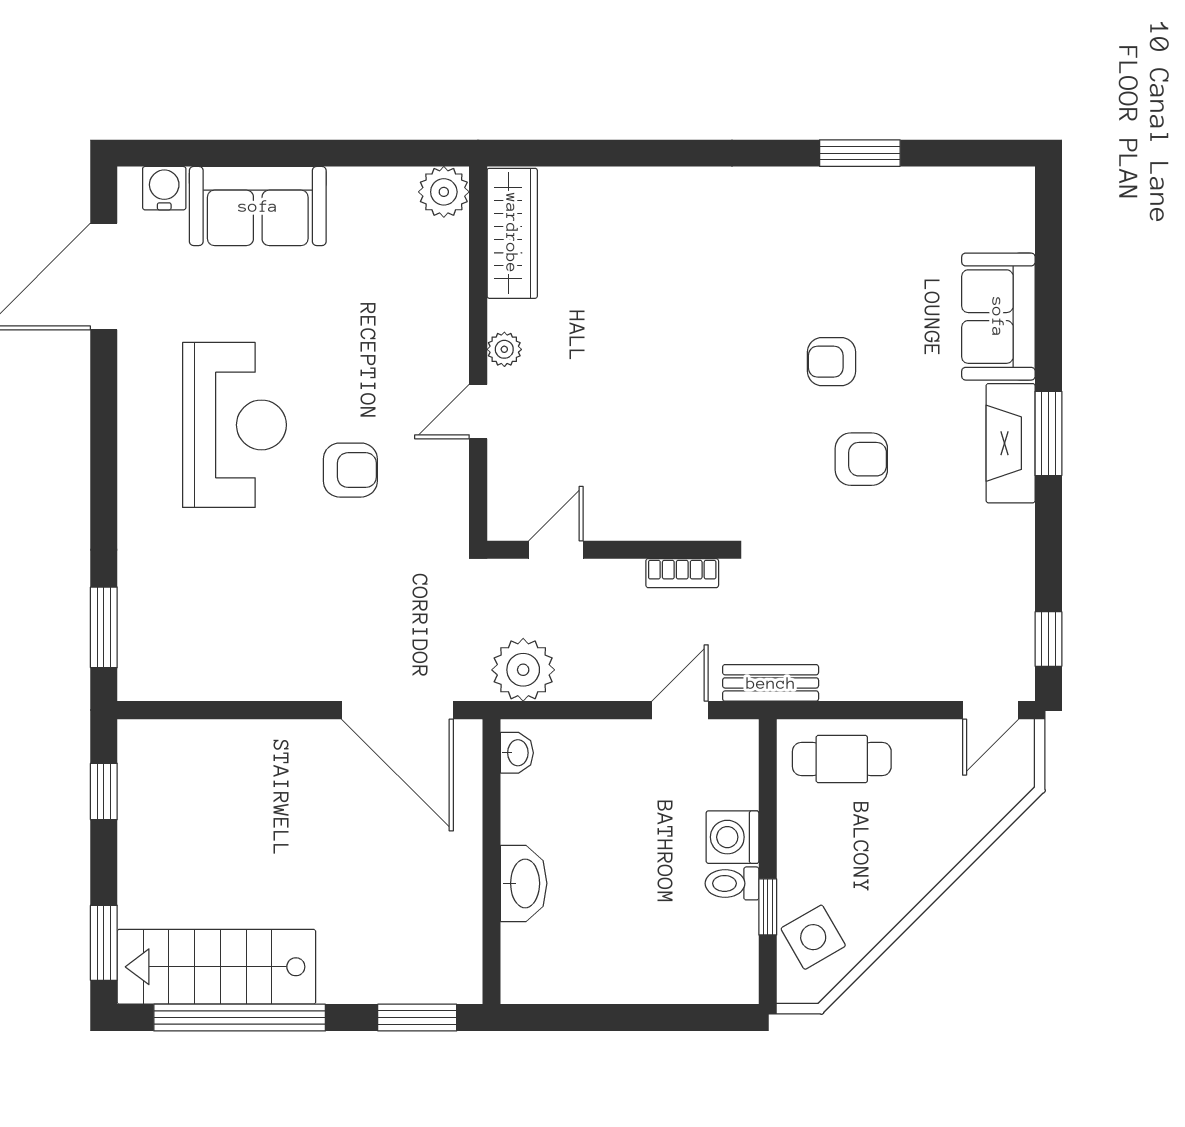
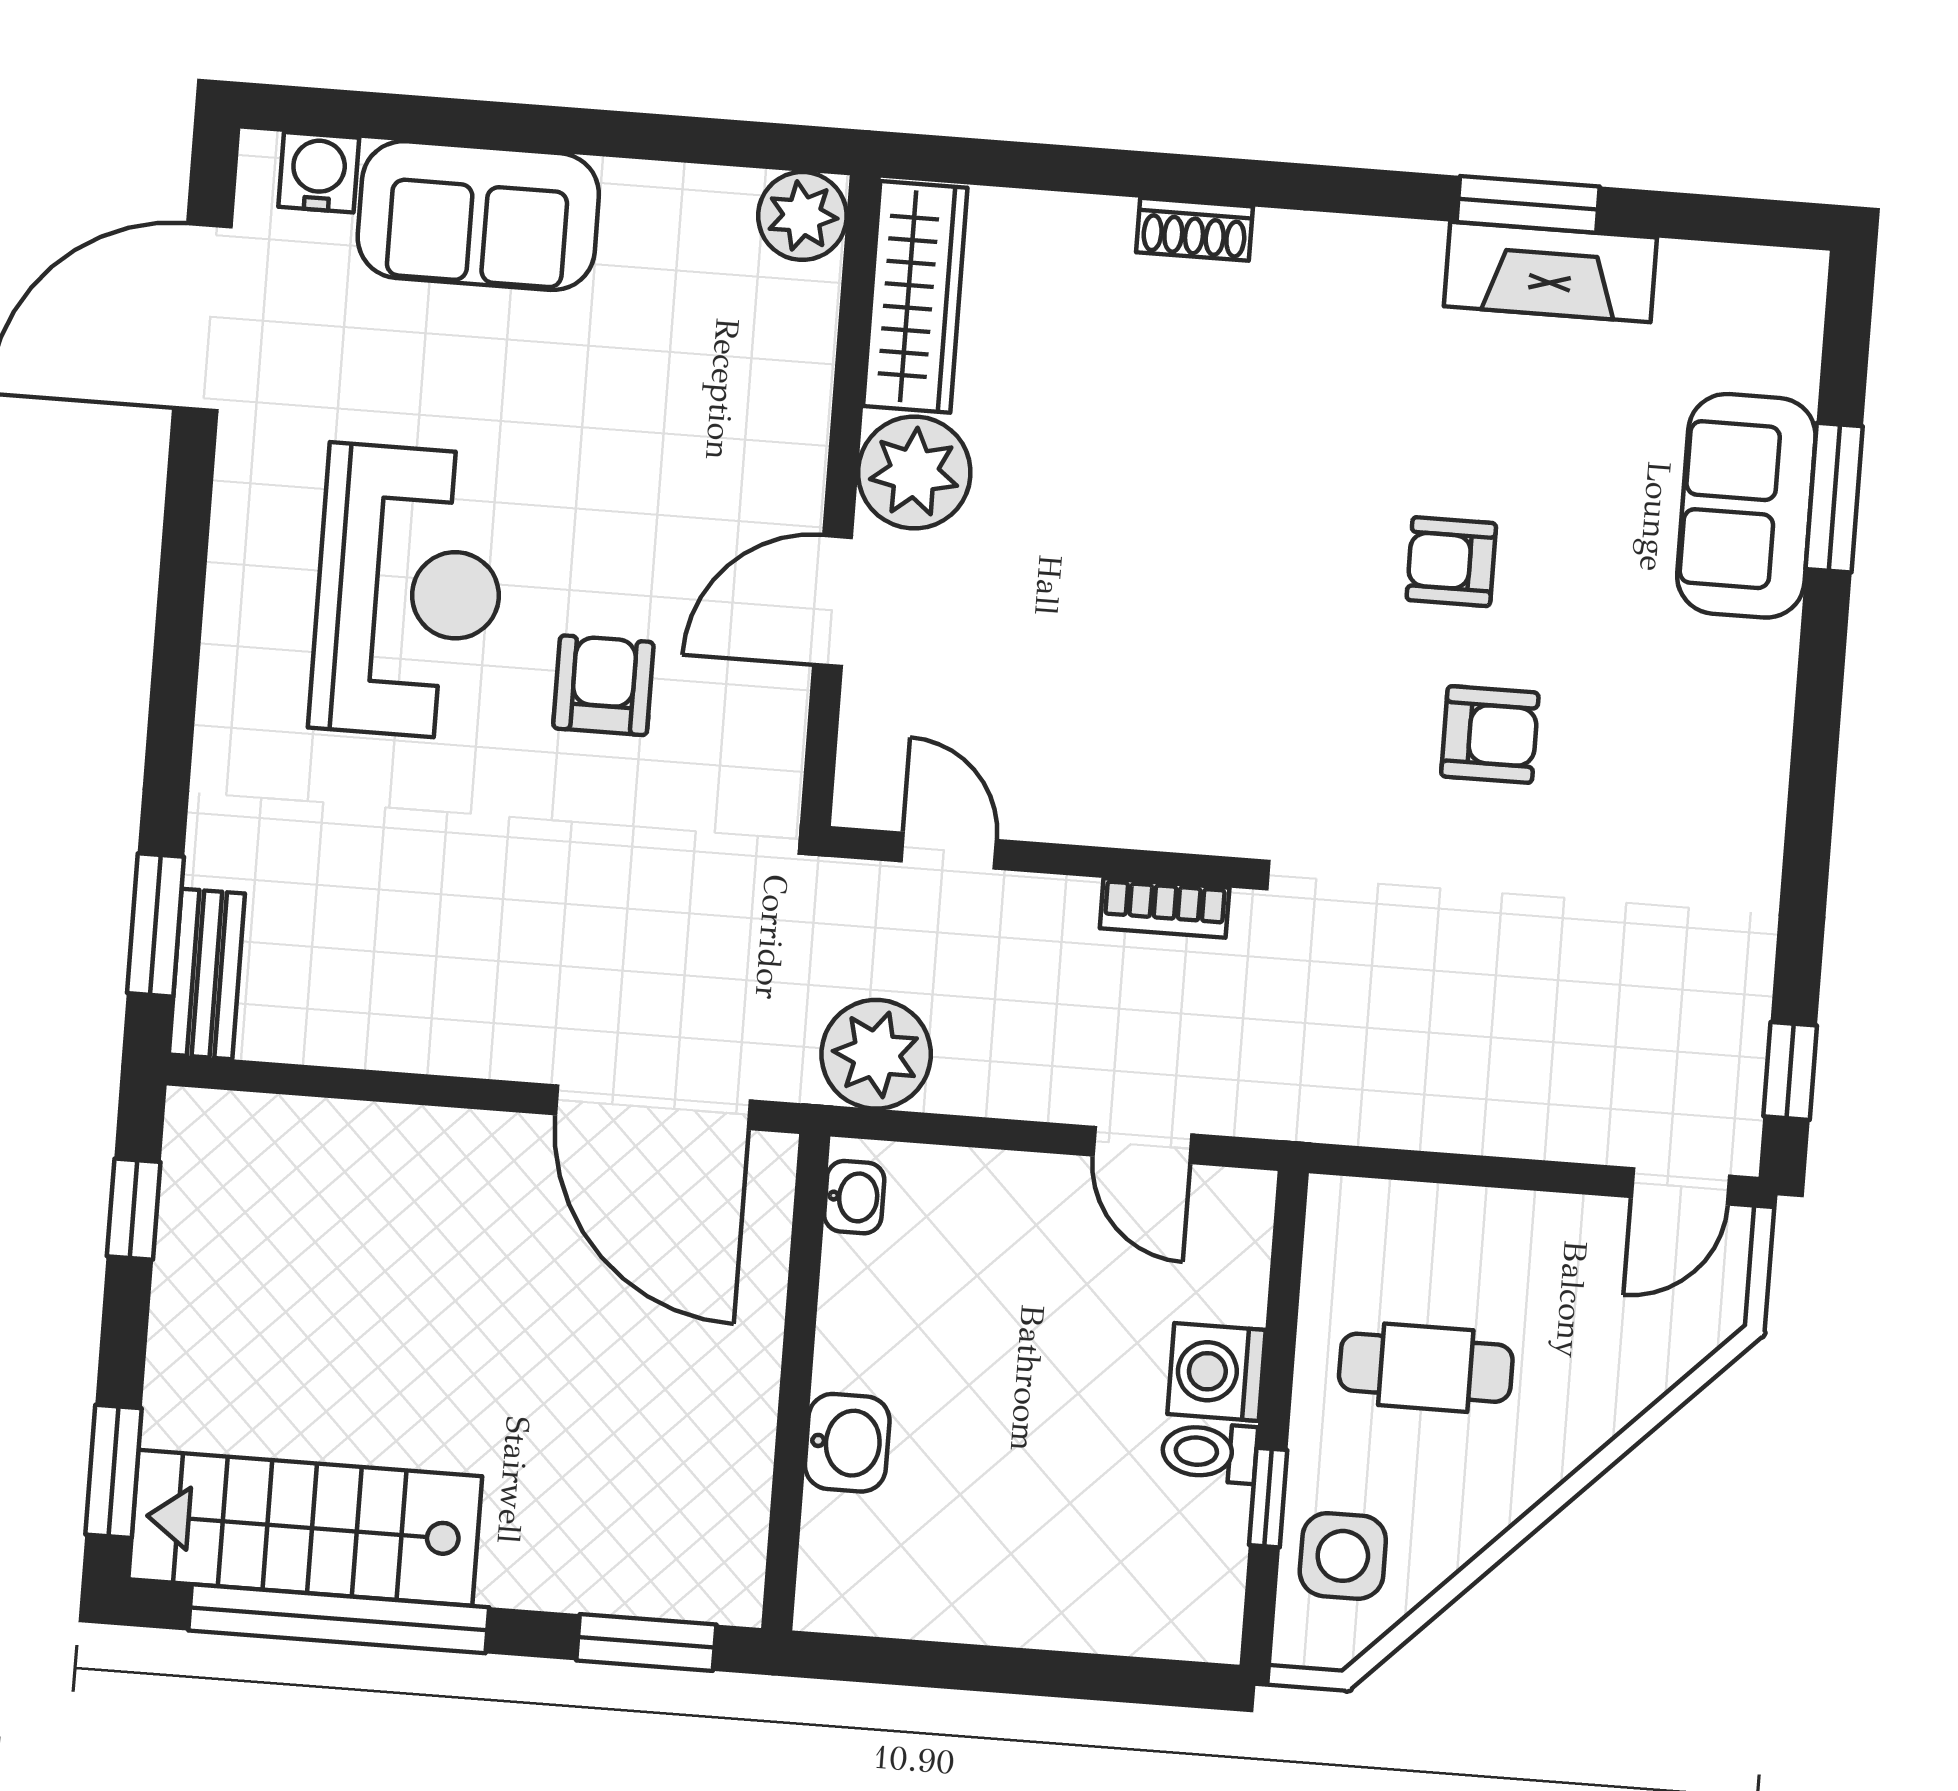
shoe rack: (669, 182) -> (1194, 229), added
plant: (504, 349) -> (914, 473), width x1.87, depth x1.87
door: (478, 412) -> (833, 601), width x1.38
window: (1048, 433) -> (1834, 498), moved
fireplace: (1011, 443) -> (1550, 272), moved, turned -90
armchair: (350, 470) -> (603, 685), turned -90
door: (556, 550) -> (949, 851), hinge flipped
bench: (771, 683) -> (207, 974), moved, turned 90
door: (680, 710) -> (1142, 1145), swing flipped
cafe table: (842, 759) -> (1426, 1368), moved
washbasin: (524, 883) -> (847, 1443), width x0.72
side table: (813, 937) -> (1343, 1556), turned 30

